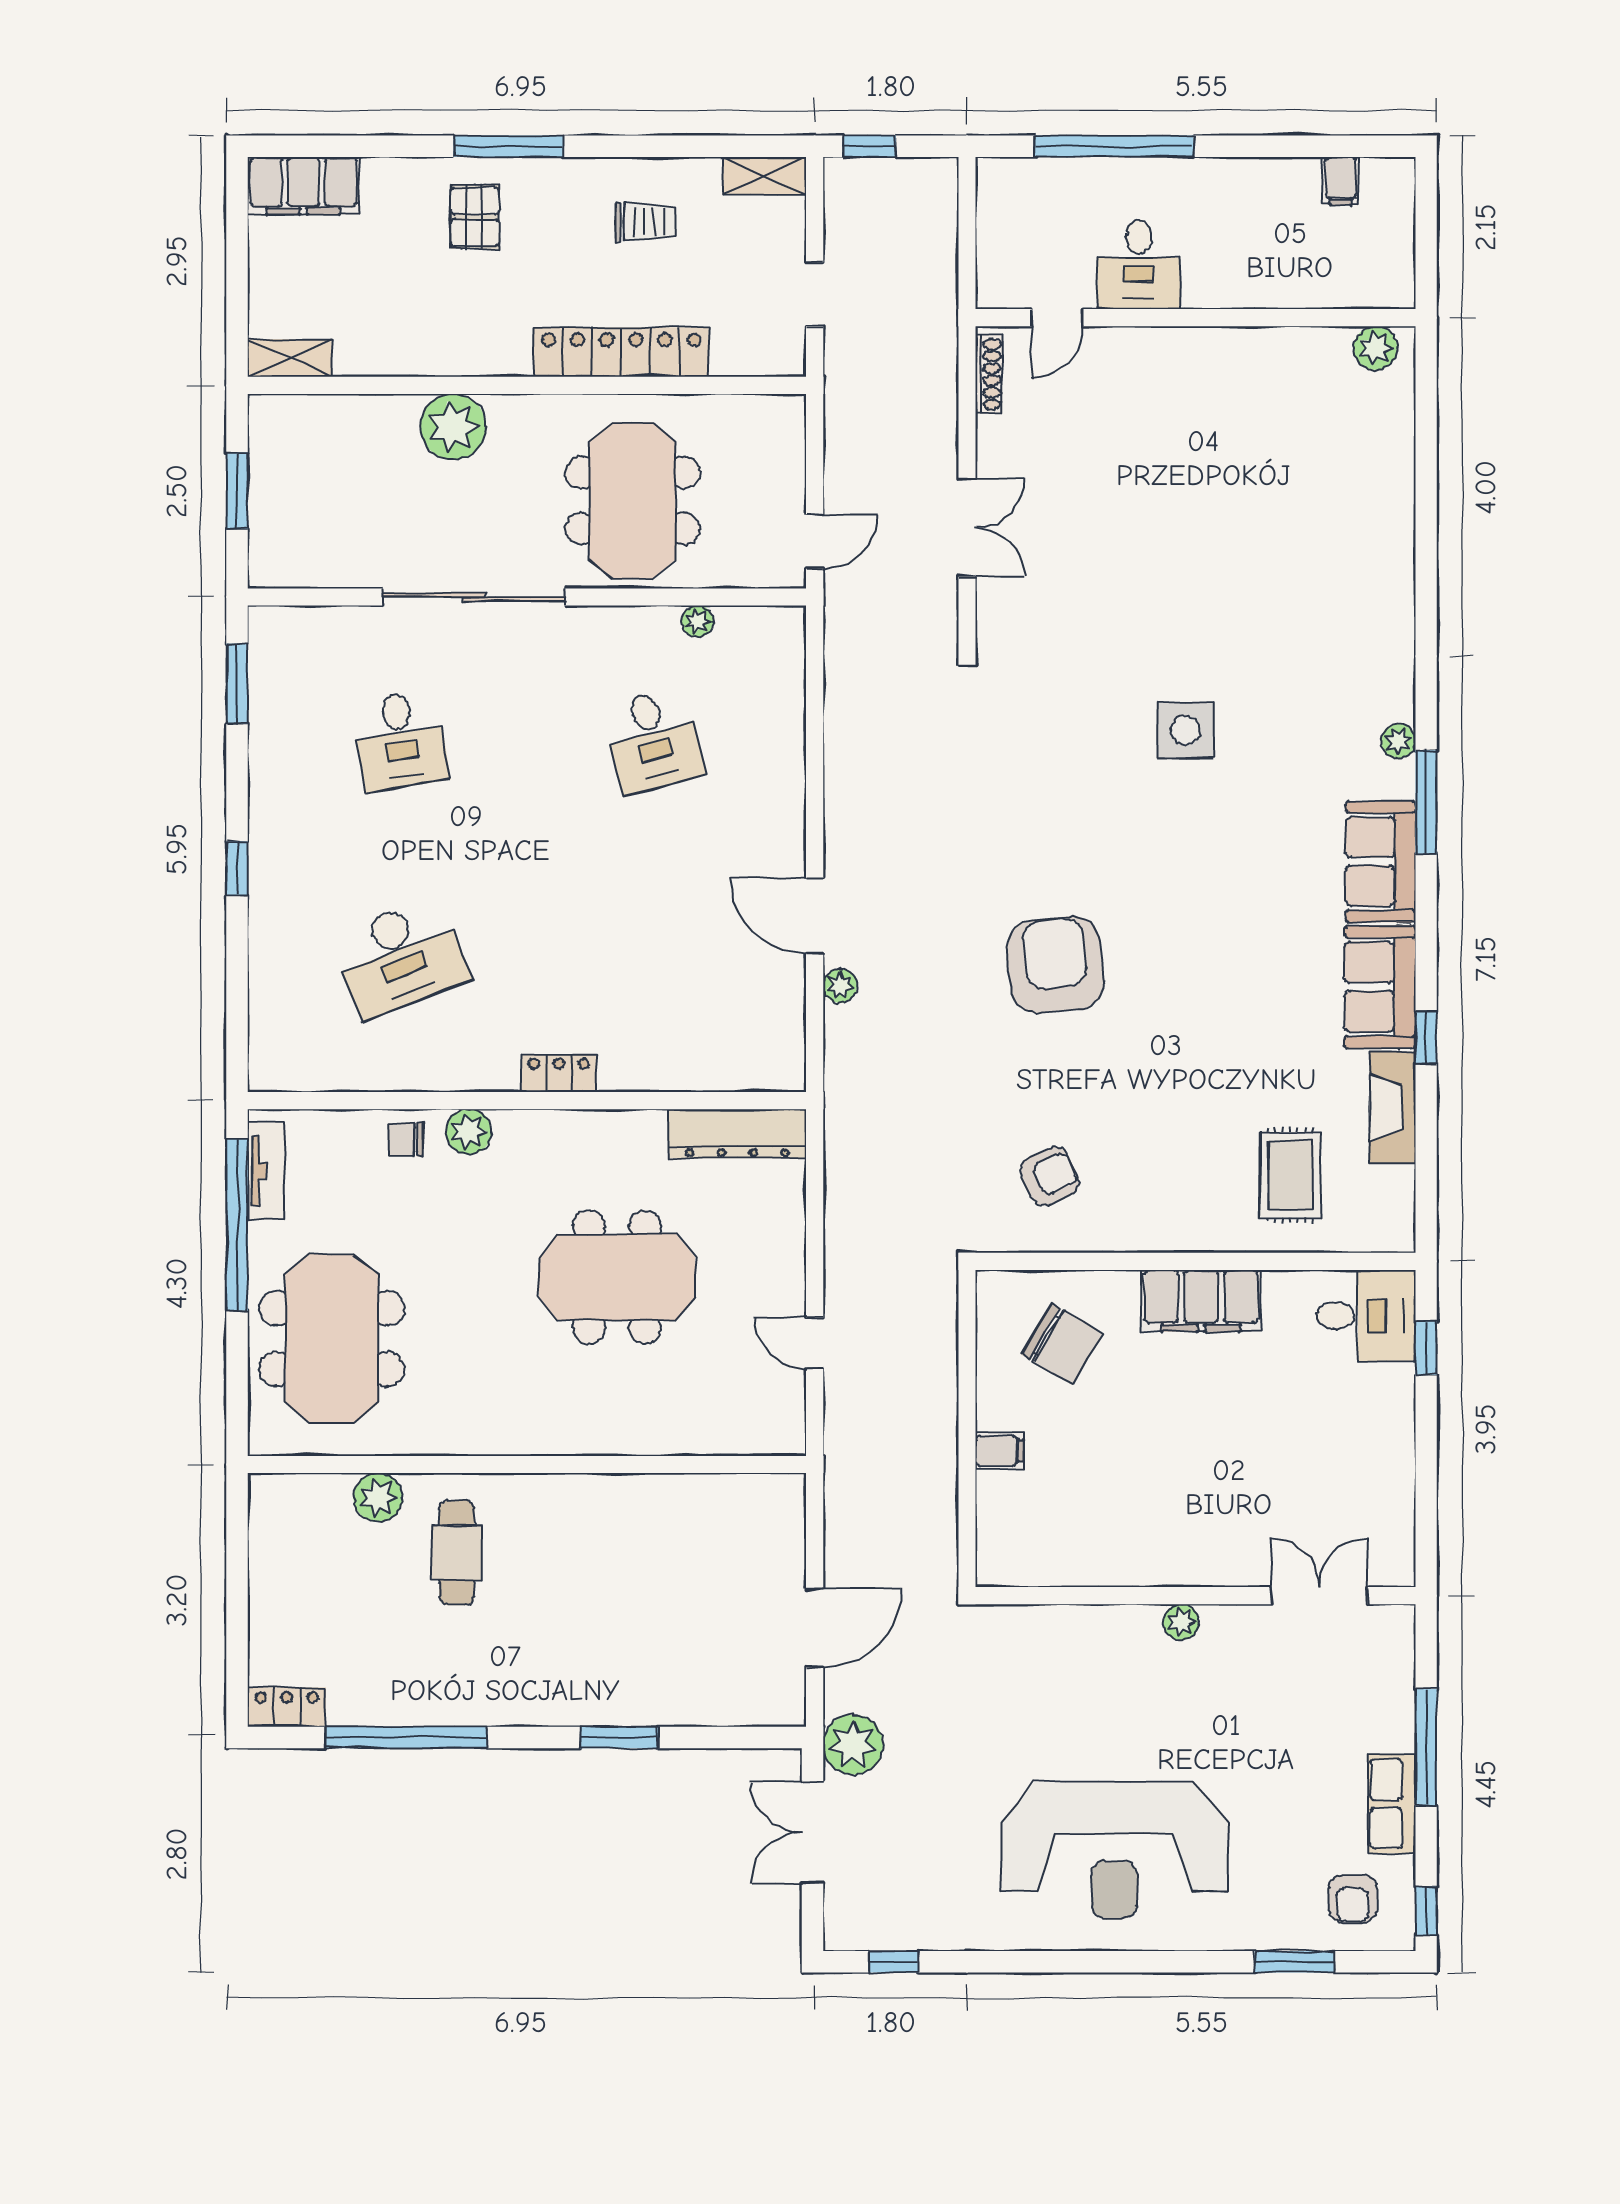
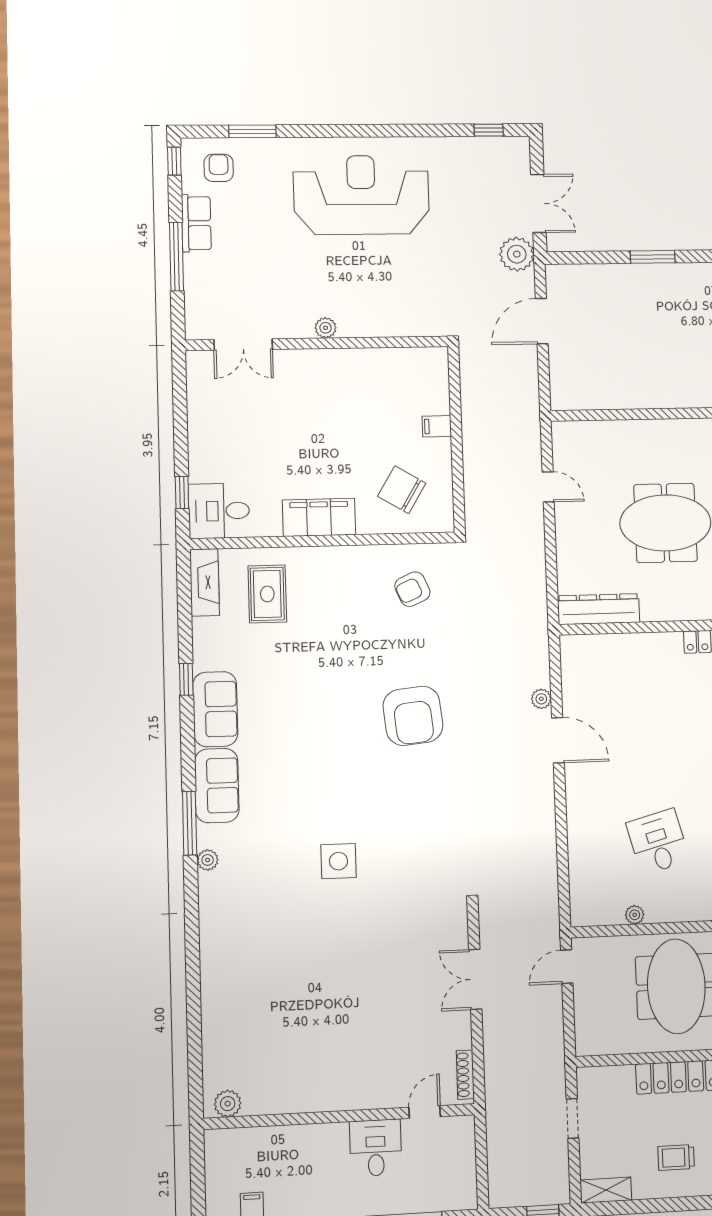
fireplace: (1393, 1108) -> (205, 582), moved

